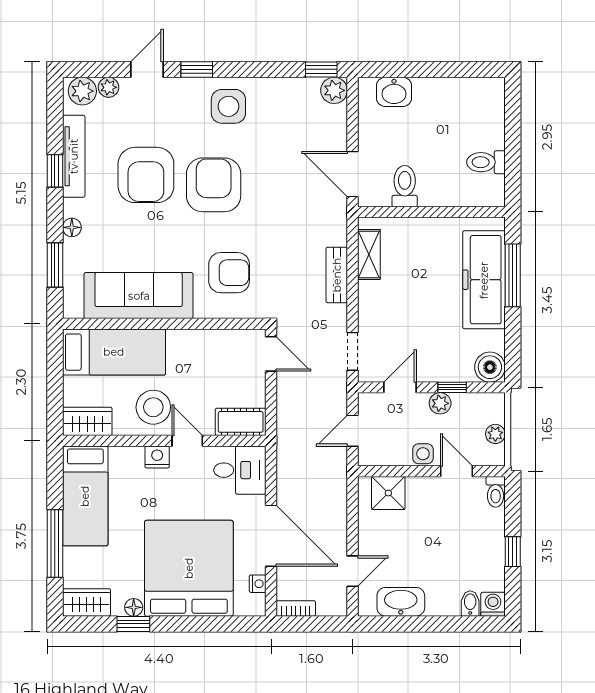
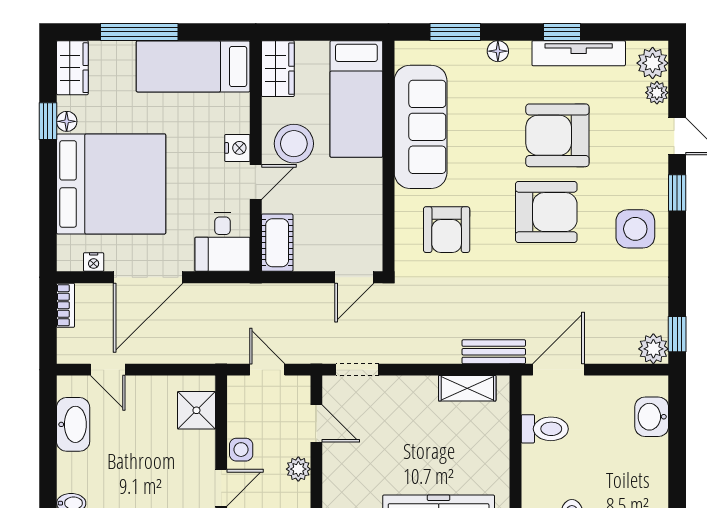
bench: (337, 275) -> (494, 352), moved
window: (452, 387) -> (316, 483), removed

